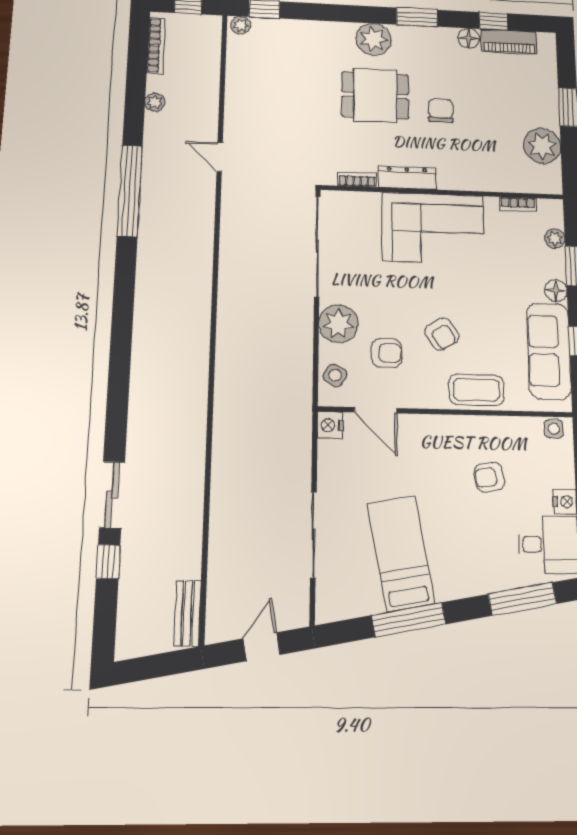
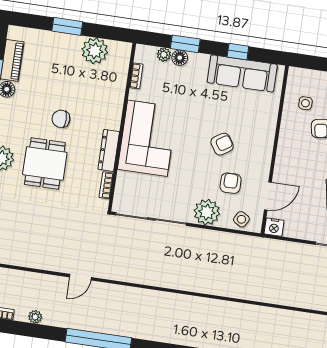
floor lamp: (556, 291) -> (180, 58), moved
coffee table: (476, 390) -> (263, 127), removed
side table: (554, 429) -> (305, 103), moved

